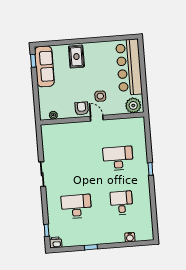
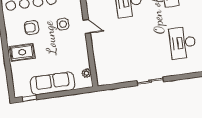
sofa: (44, 66) -> (53, 83), moved
armchair: (82, 108) -> (32, 28), moved
door: (97, 118) -> (87, 26), swing flipped

